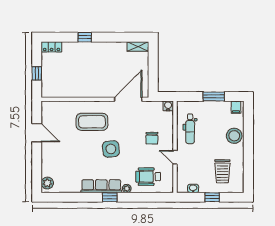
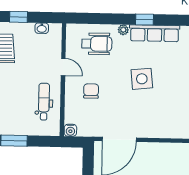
coffee table: (92, 122) -> (164, 113), removed

